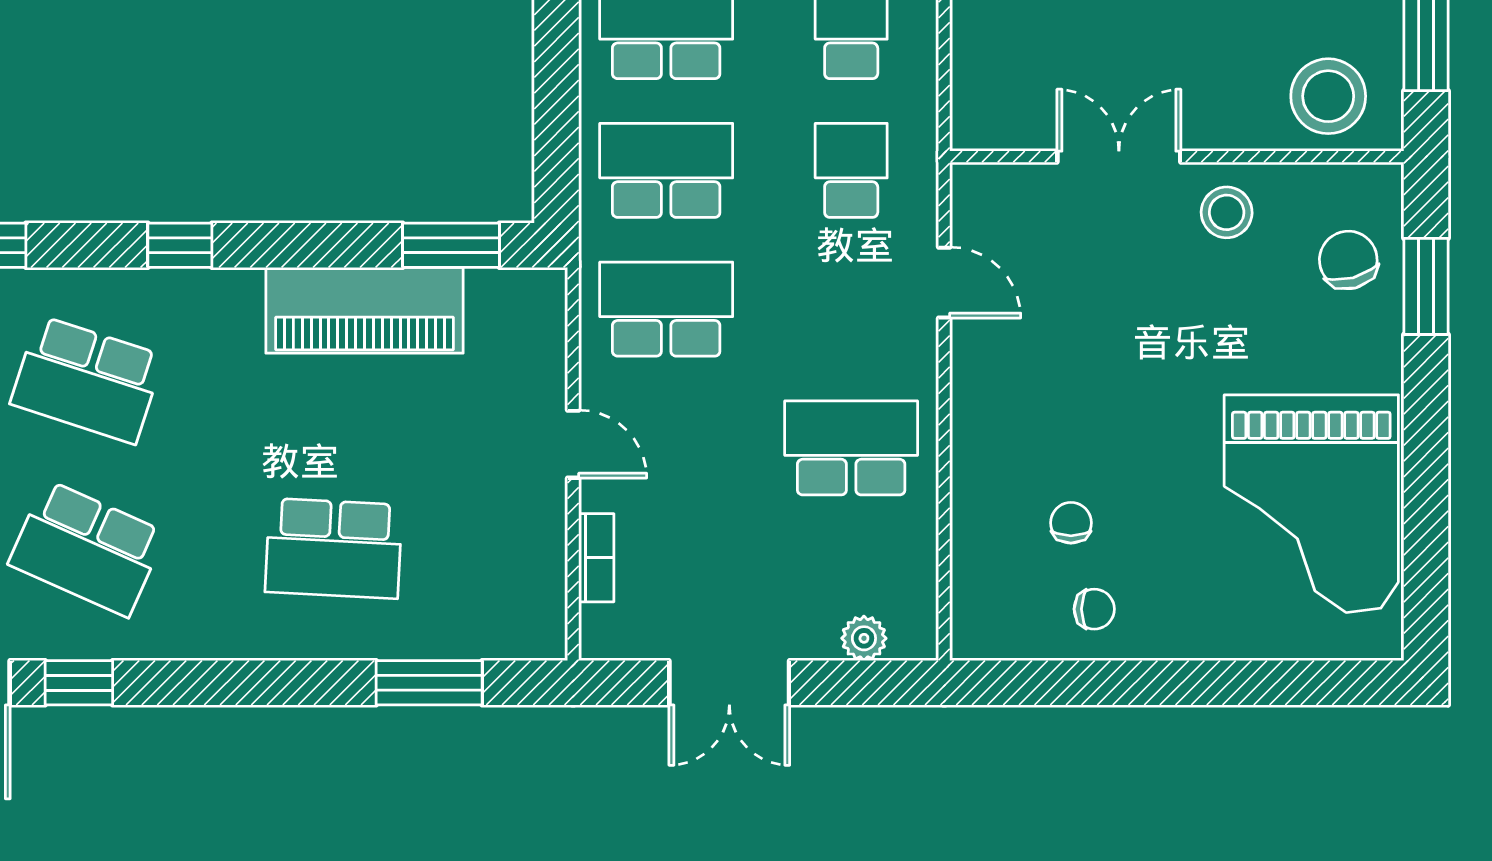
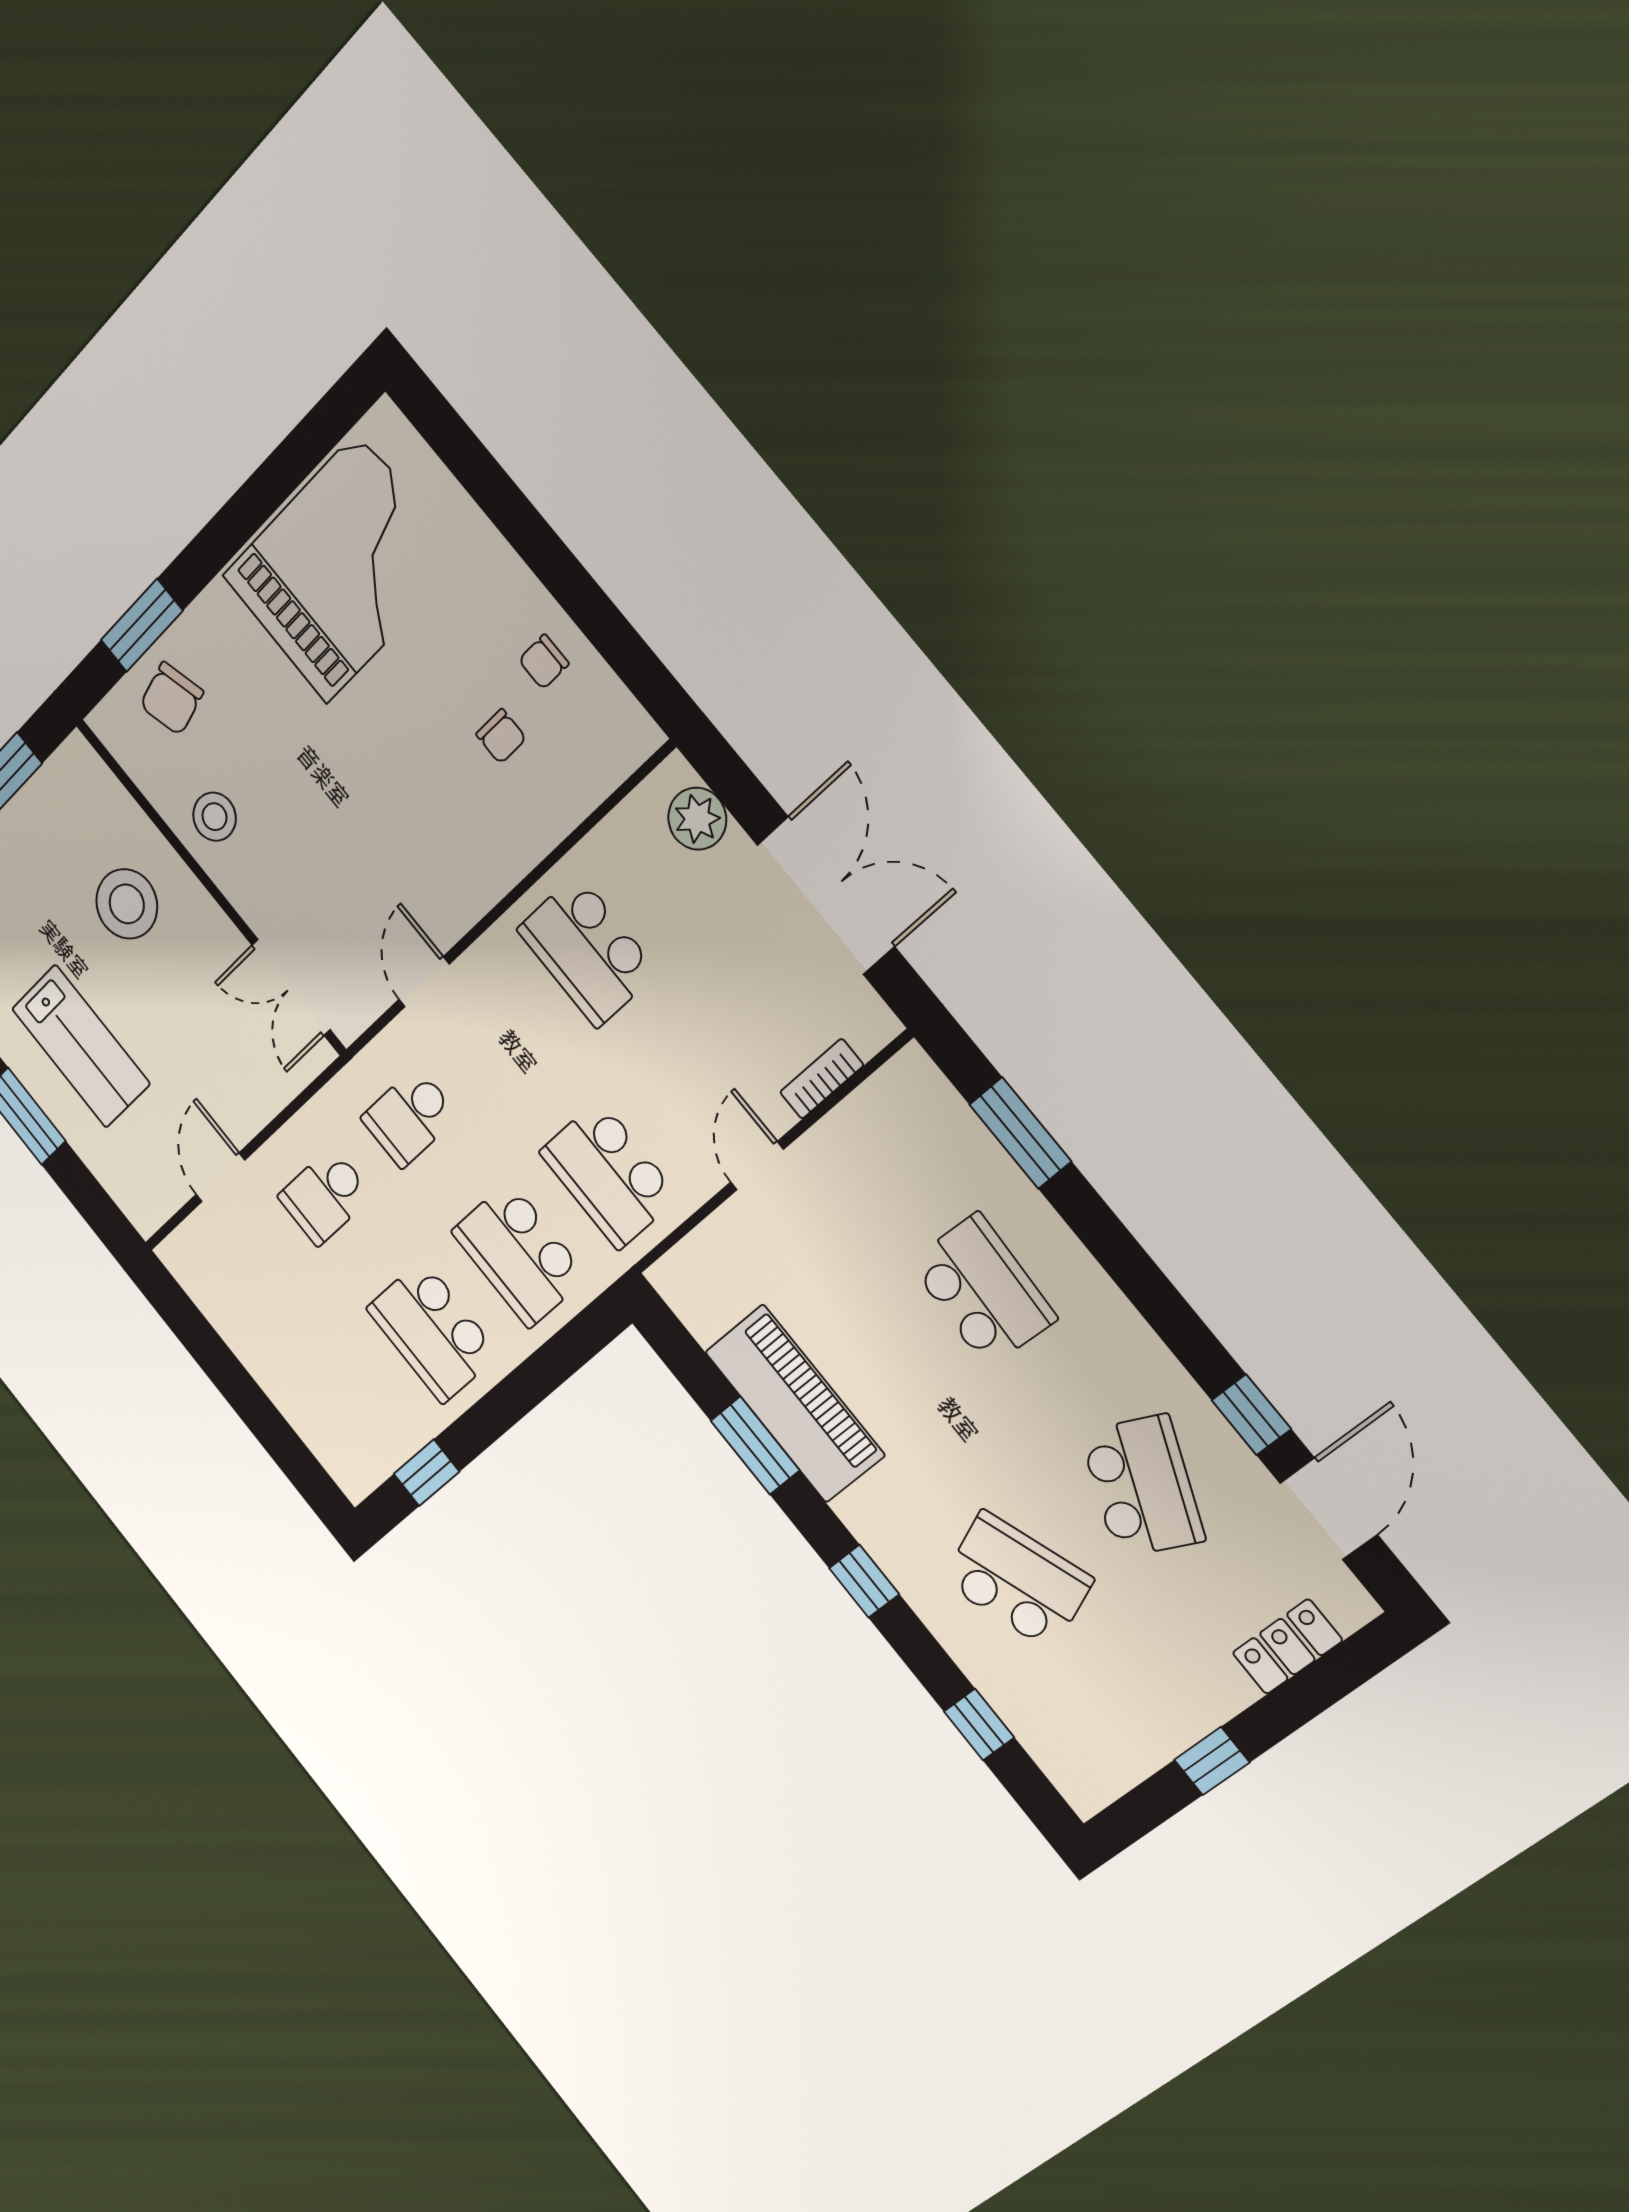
stool: (1328, 96) -> (127, 904), moved
double door: (1119, 157) -> (291, 987), moved
window: (451, 245) -> (755, 1445), moved
school desk: (87, 380) -> (1017, 1580), turned -39
chair: (1071, 523) -> (501, 736), turned -90
chair: (1094, 609) -> (544, 662), turned -90
plant: (864, 638) -> (697, 819), width x1.38, depth x1.38
double door: (729, 683) -> (826, 896), width x1.37

